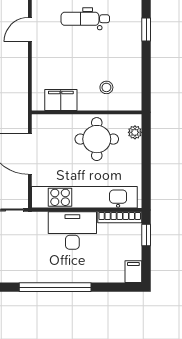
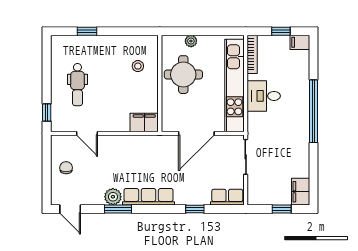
filing cabinet: (61, 100) -> (144, 122), moved, turned 90
plant: (135, 132) -> (191, 41), moved
desk: (72, 231) -> (264, 96), width x0.73
window: (146, 235) -> (281, 31), moved

